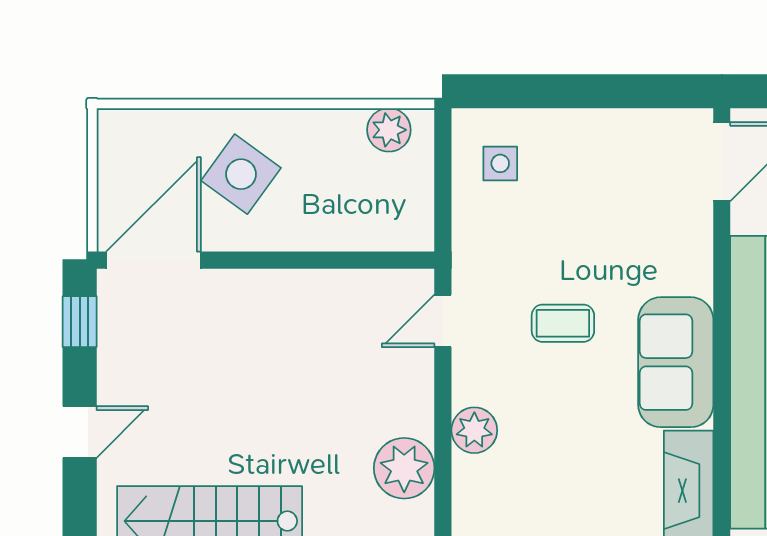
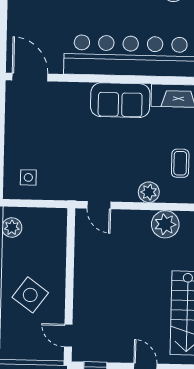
door: (153, 260) -> (68, 336), width x0.53
coffee table: (563, 323) -> (180, 163), moved

